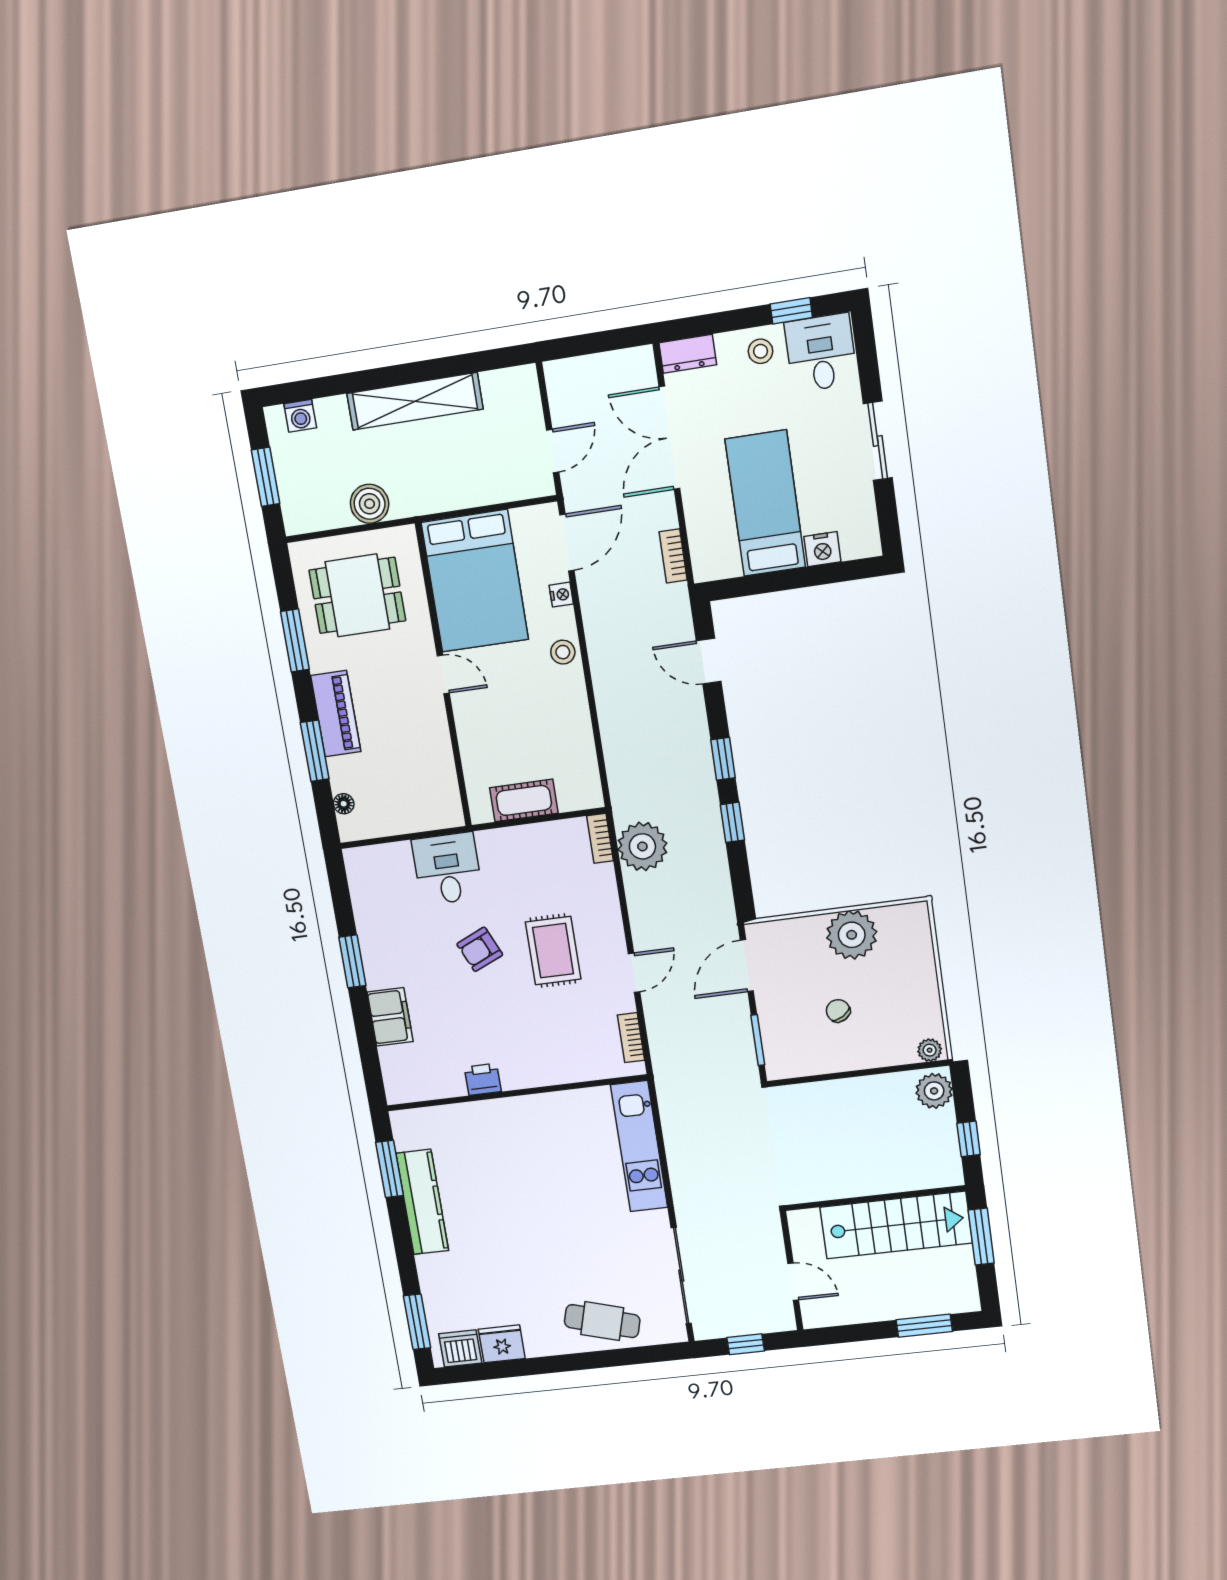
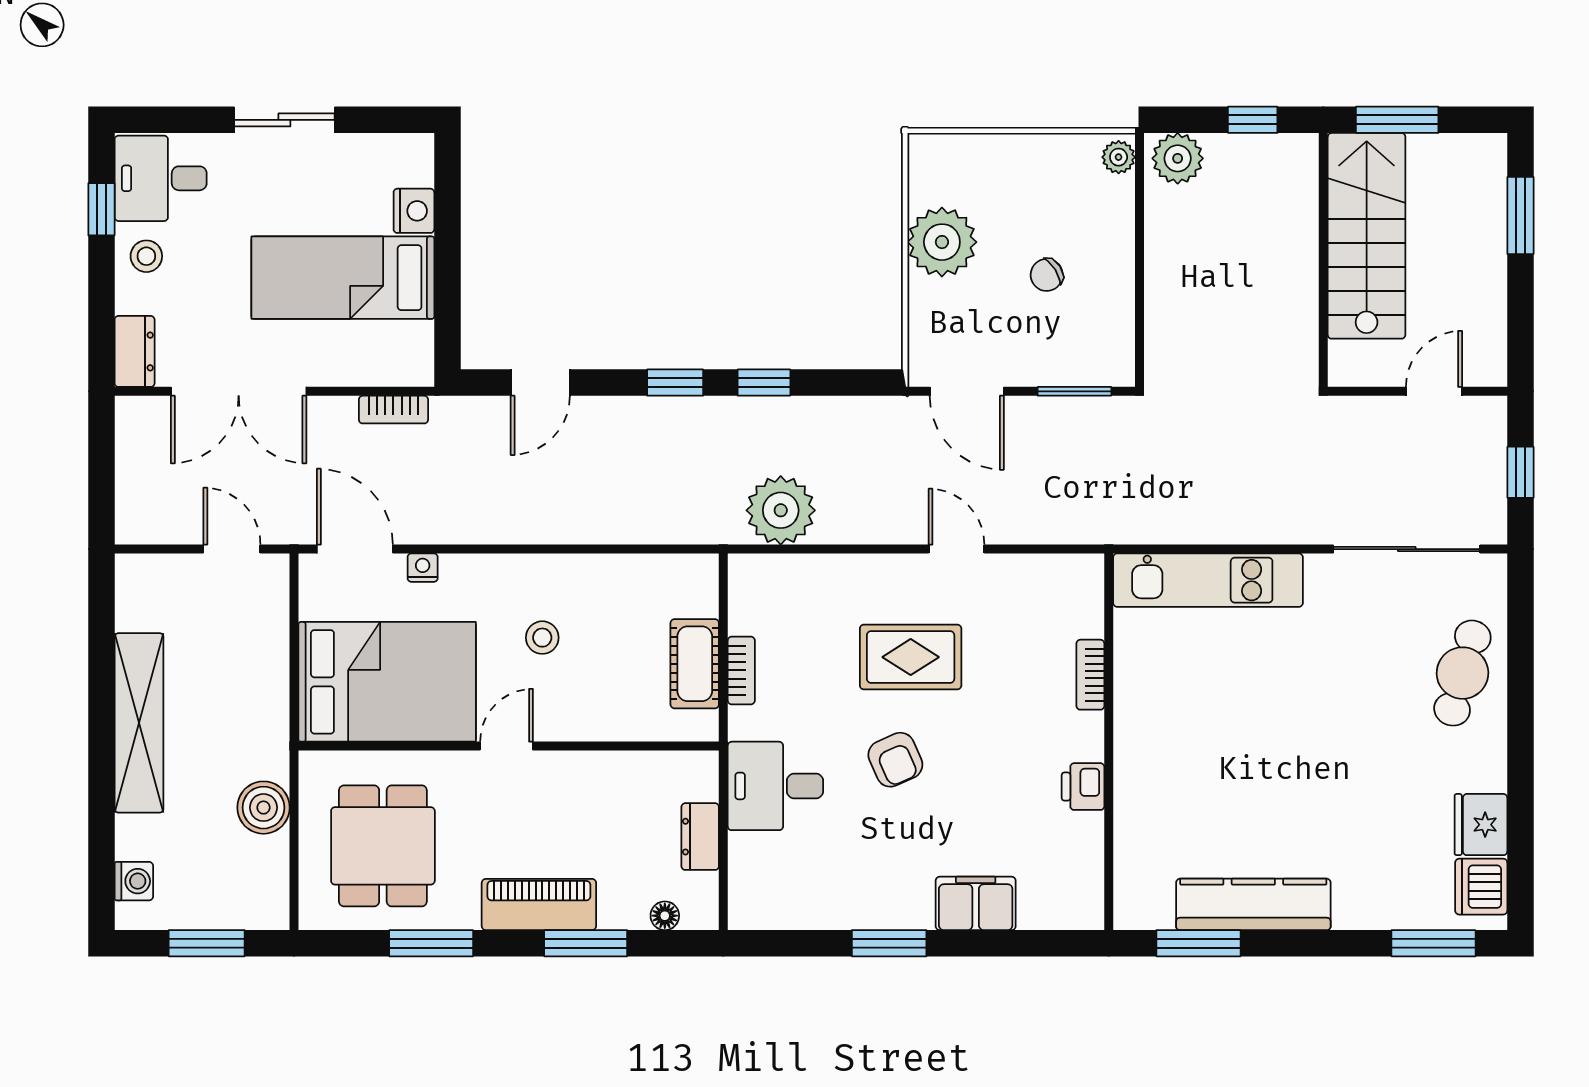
stool: (563, 652) -> (542, 638), moved
dresser: (403, 821) -> (700, 837), added
bookcase: (600, 838) -> (741, 670), moved, turned -90
bookcase: (631, 1038) -> (1090, 675), moved, turned 90

